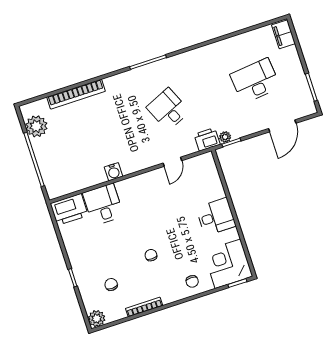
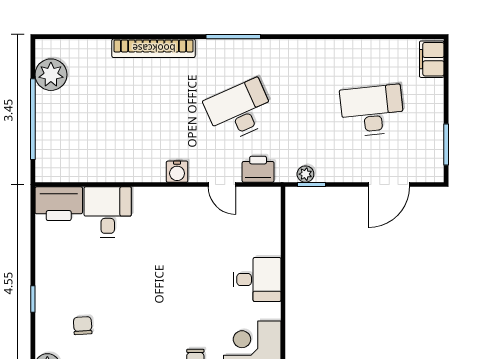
bookcase: (76, 94) -> (154, 48), moved
desk: (168, 109) -> (240, 111), width x1.37
printer: (207, 139) -> (258, 169), moved
door: (172, 162) -> (222, 185), hinge flipped
water cooler: (114, 172) -> (177, 172), moved
chair: (151, 255) -> (151, 303), removed

